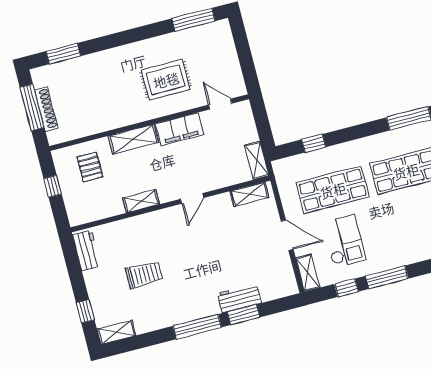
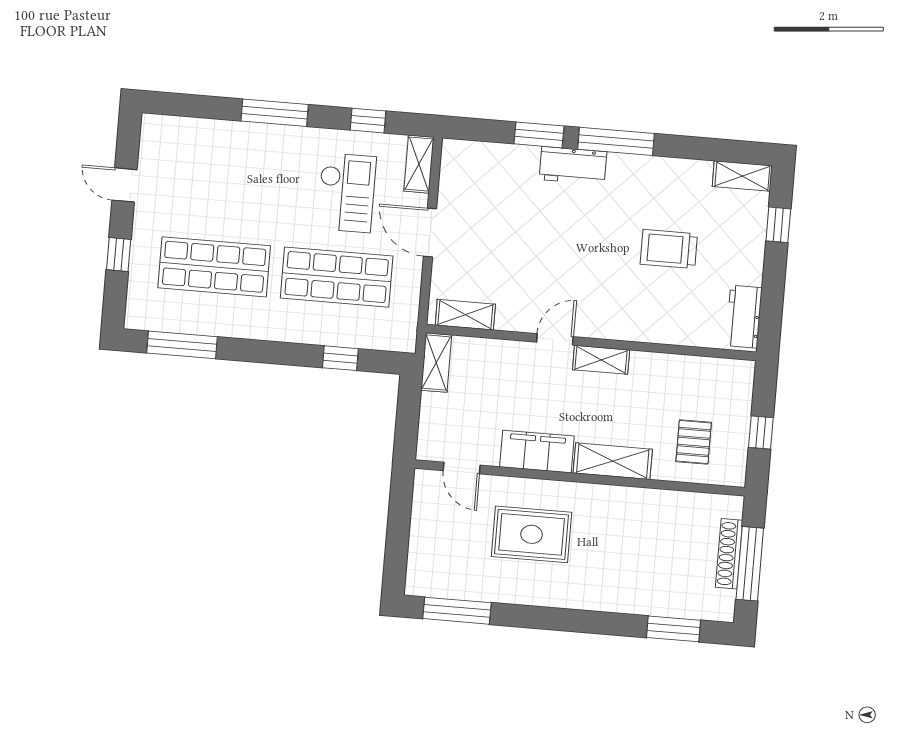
shelving: (141, 201) -> (601, 360), moved
checkout: (344, 241) -> (346, 193), turned 180
window: (387, 277) -> (275, 113), moved
workbench: (239, 298) -> (573, 166), moved

